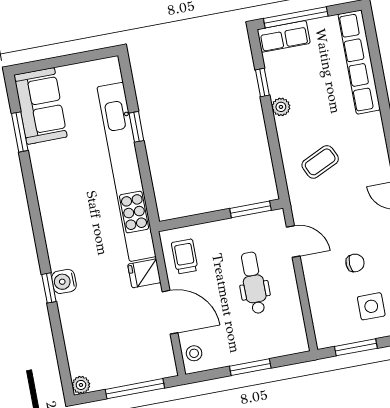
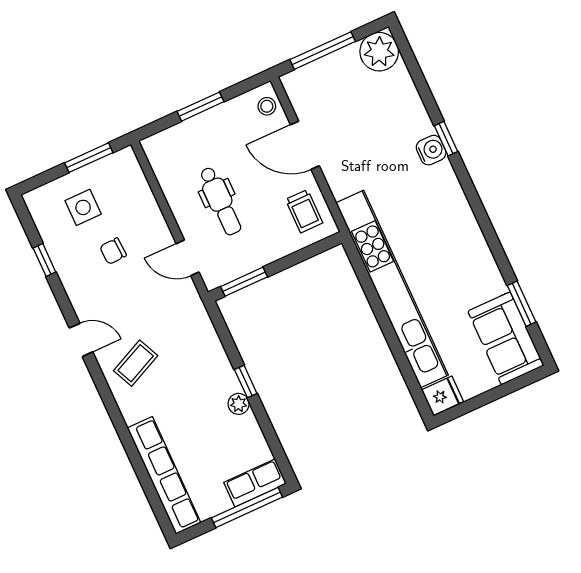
window: (262, 83) -> (246, 382), moved
window: (136, 127) -> (393, 342), removed
coffee table: (320, 162) -> (136, 363), moved
fridge: (144, 273) -> (442, 396), moved
plant: (81, 385) -> (379, 52), width x1.88, depth x1.88

